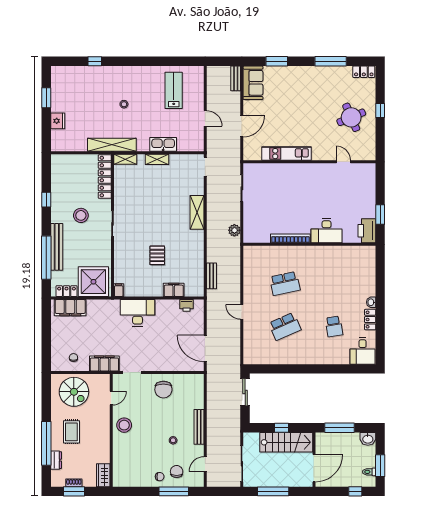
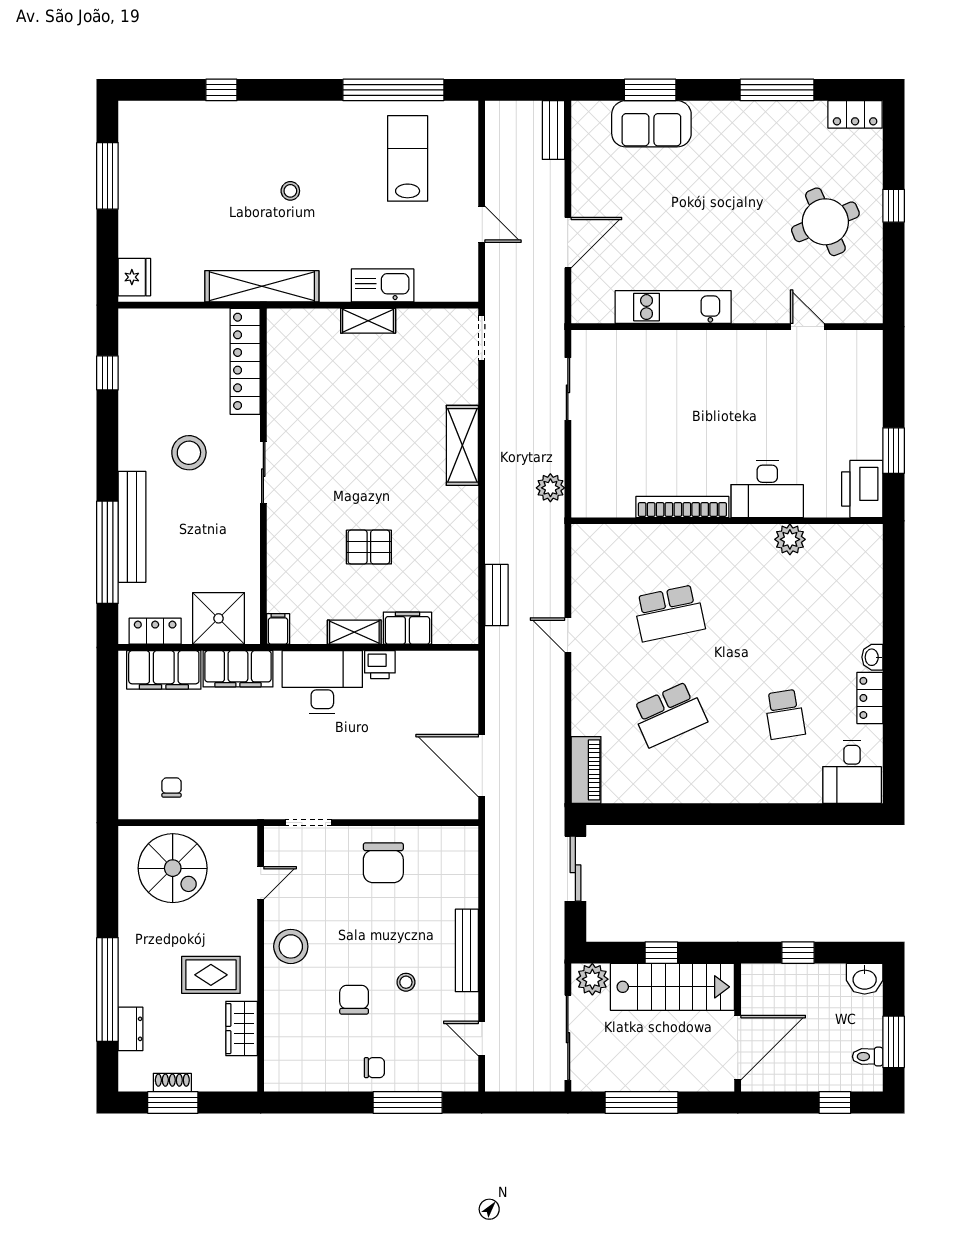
window: (168, 61) -> (393, 90), added
sofa: (253, 83) -> (651, 124), moved, turned 90
window: (46, 98) -> (107, 176), width x1.44
fridge: (58, 121) -> (134, 277), moved
shelving: (125, 159) -> (354, 632), moved
window: (46, 200) -> (107, 373), moved
plant: (336, 252) -> (790, 539), added
pallet: (157, 255) -> (369, 547), turned 90
shower: (93, 282) -> (219, 618), width x0.73, depth x0.73
printer: (186, 305) -> (380, 665), moved
door: (242, 312) -> (568, 635), moved
piano: (250, 350) -> (586, 770), added
filing cabinet: (104, 363) -> (238, 669), moved, turned 180
window: (340, 428) -> (798, 953), width x0.46
rug: (71, 432) -> (211, 975), moved, turned 90
plant: (252, 439) -> (592, 979), added
door: (205, 464) -> (482, 1038), hinge flipped
chair: (177, 472) -> (354, 1000), moved
wardrobe: (103, 475) -> (242, 1029), moved

